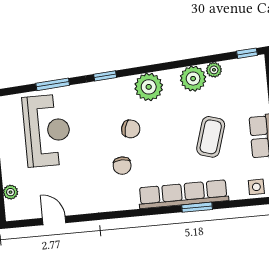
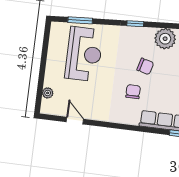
window: (53, 84) -> (80, 20), moved
chair: (122, 166) -> (133, 92), turned 180

